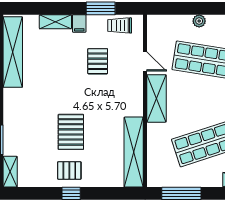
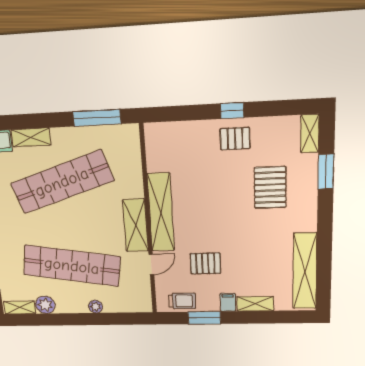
pallet: (98, 61) -> (205, 264), turned 90
door: (145, 61) -> (151, 264), swing flipped
pallet: (71, 132) -> (270, 187), moved
shelving: (134, 152) -> (161, 213), moved

